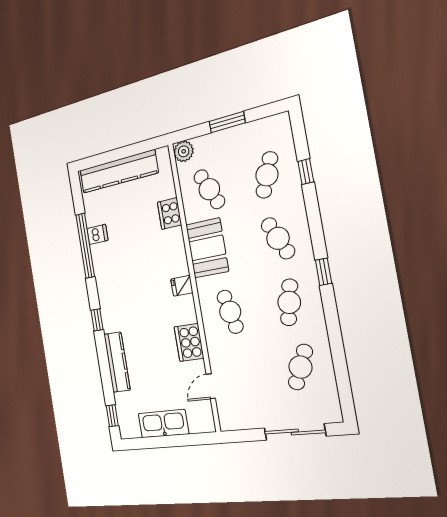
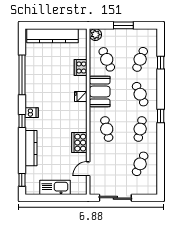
dishwasher: (97, 234) -> (32, 113), moved
fridge: (182, 286) -> (81, 96), moved
sliding door: (295, 432) -> (115, 198), moved

